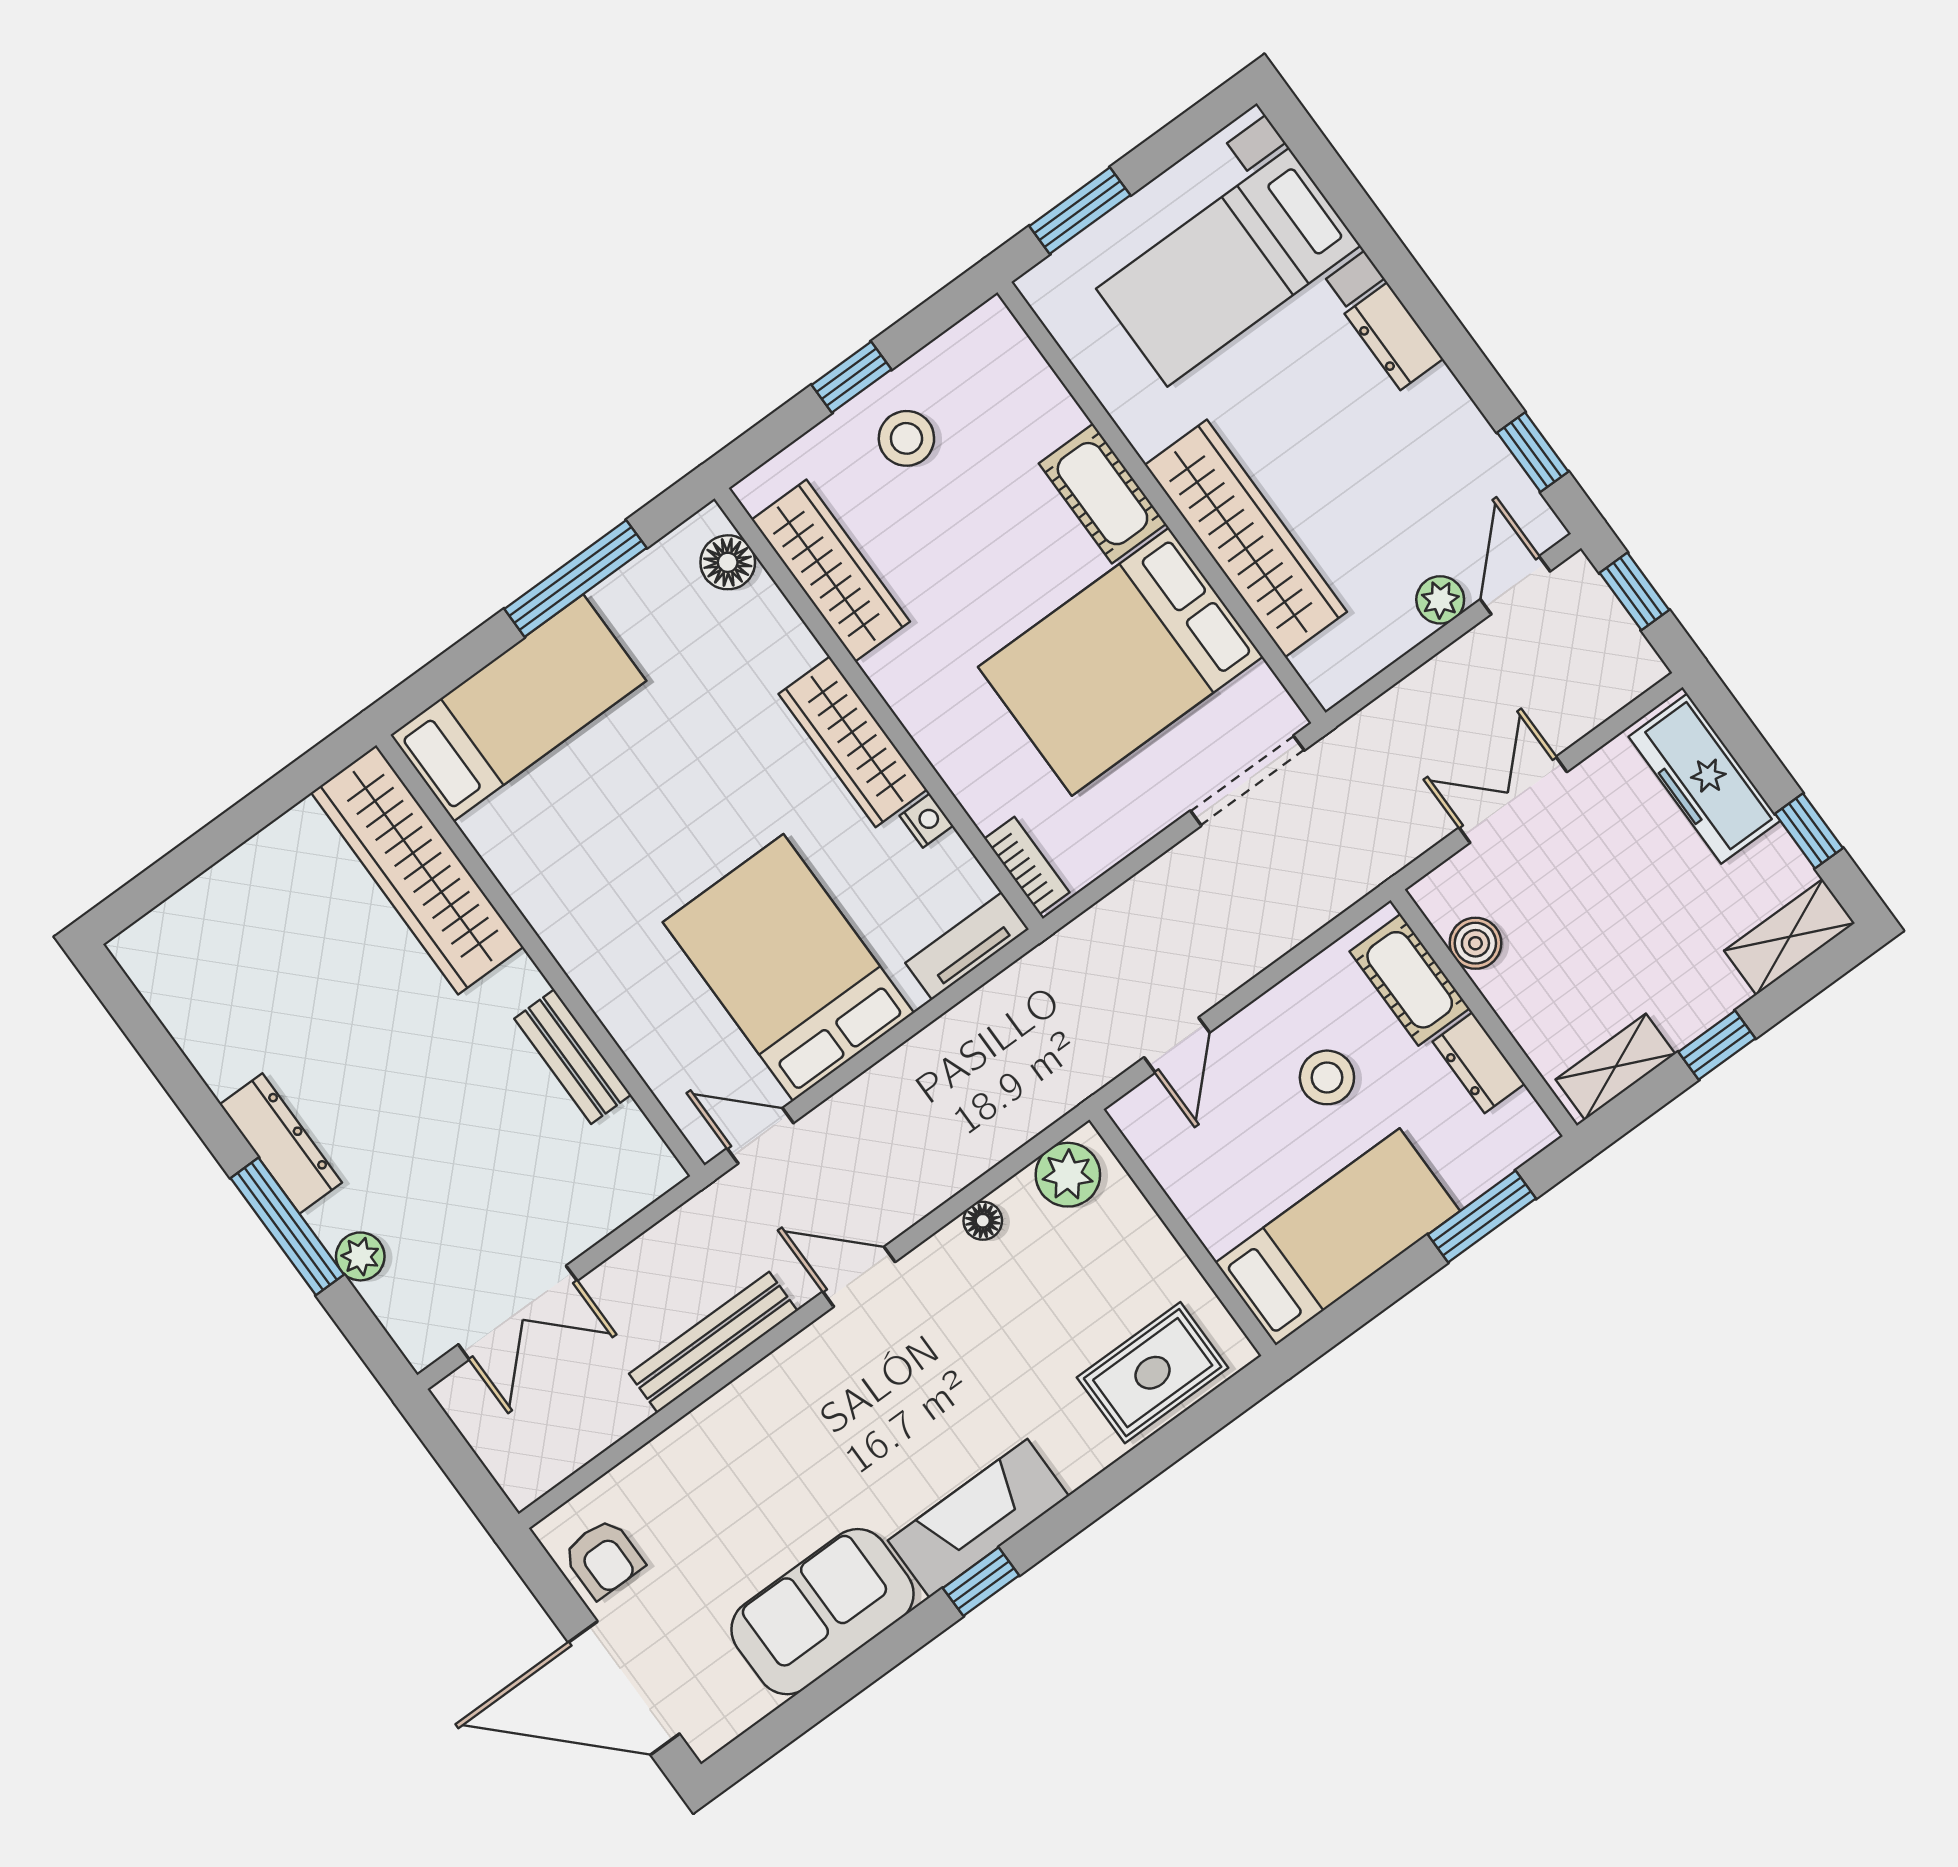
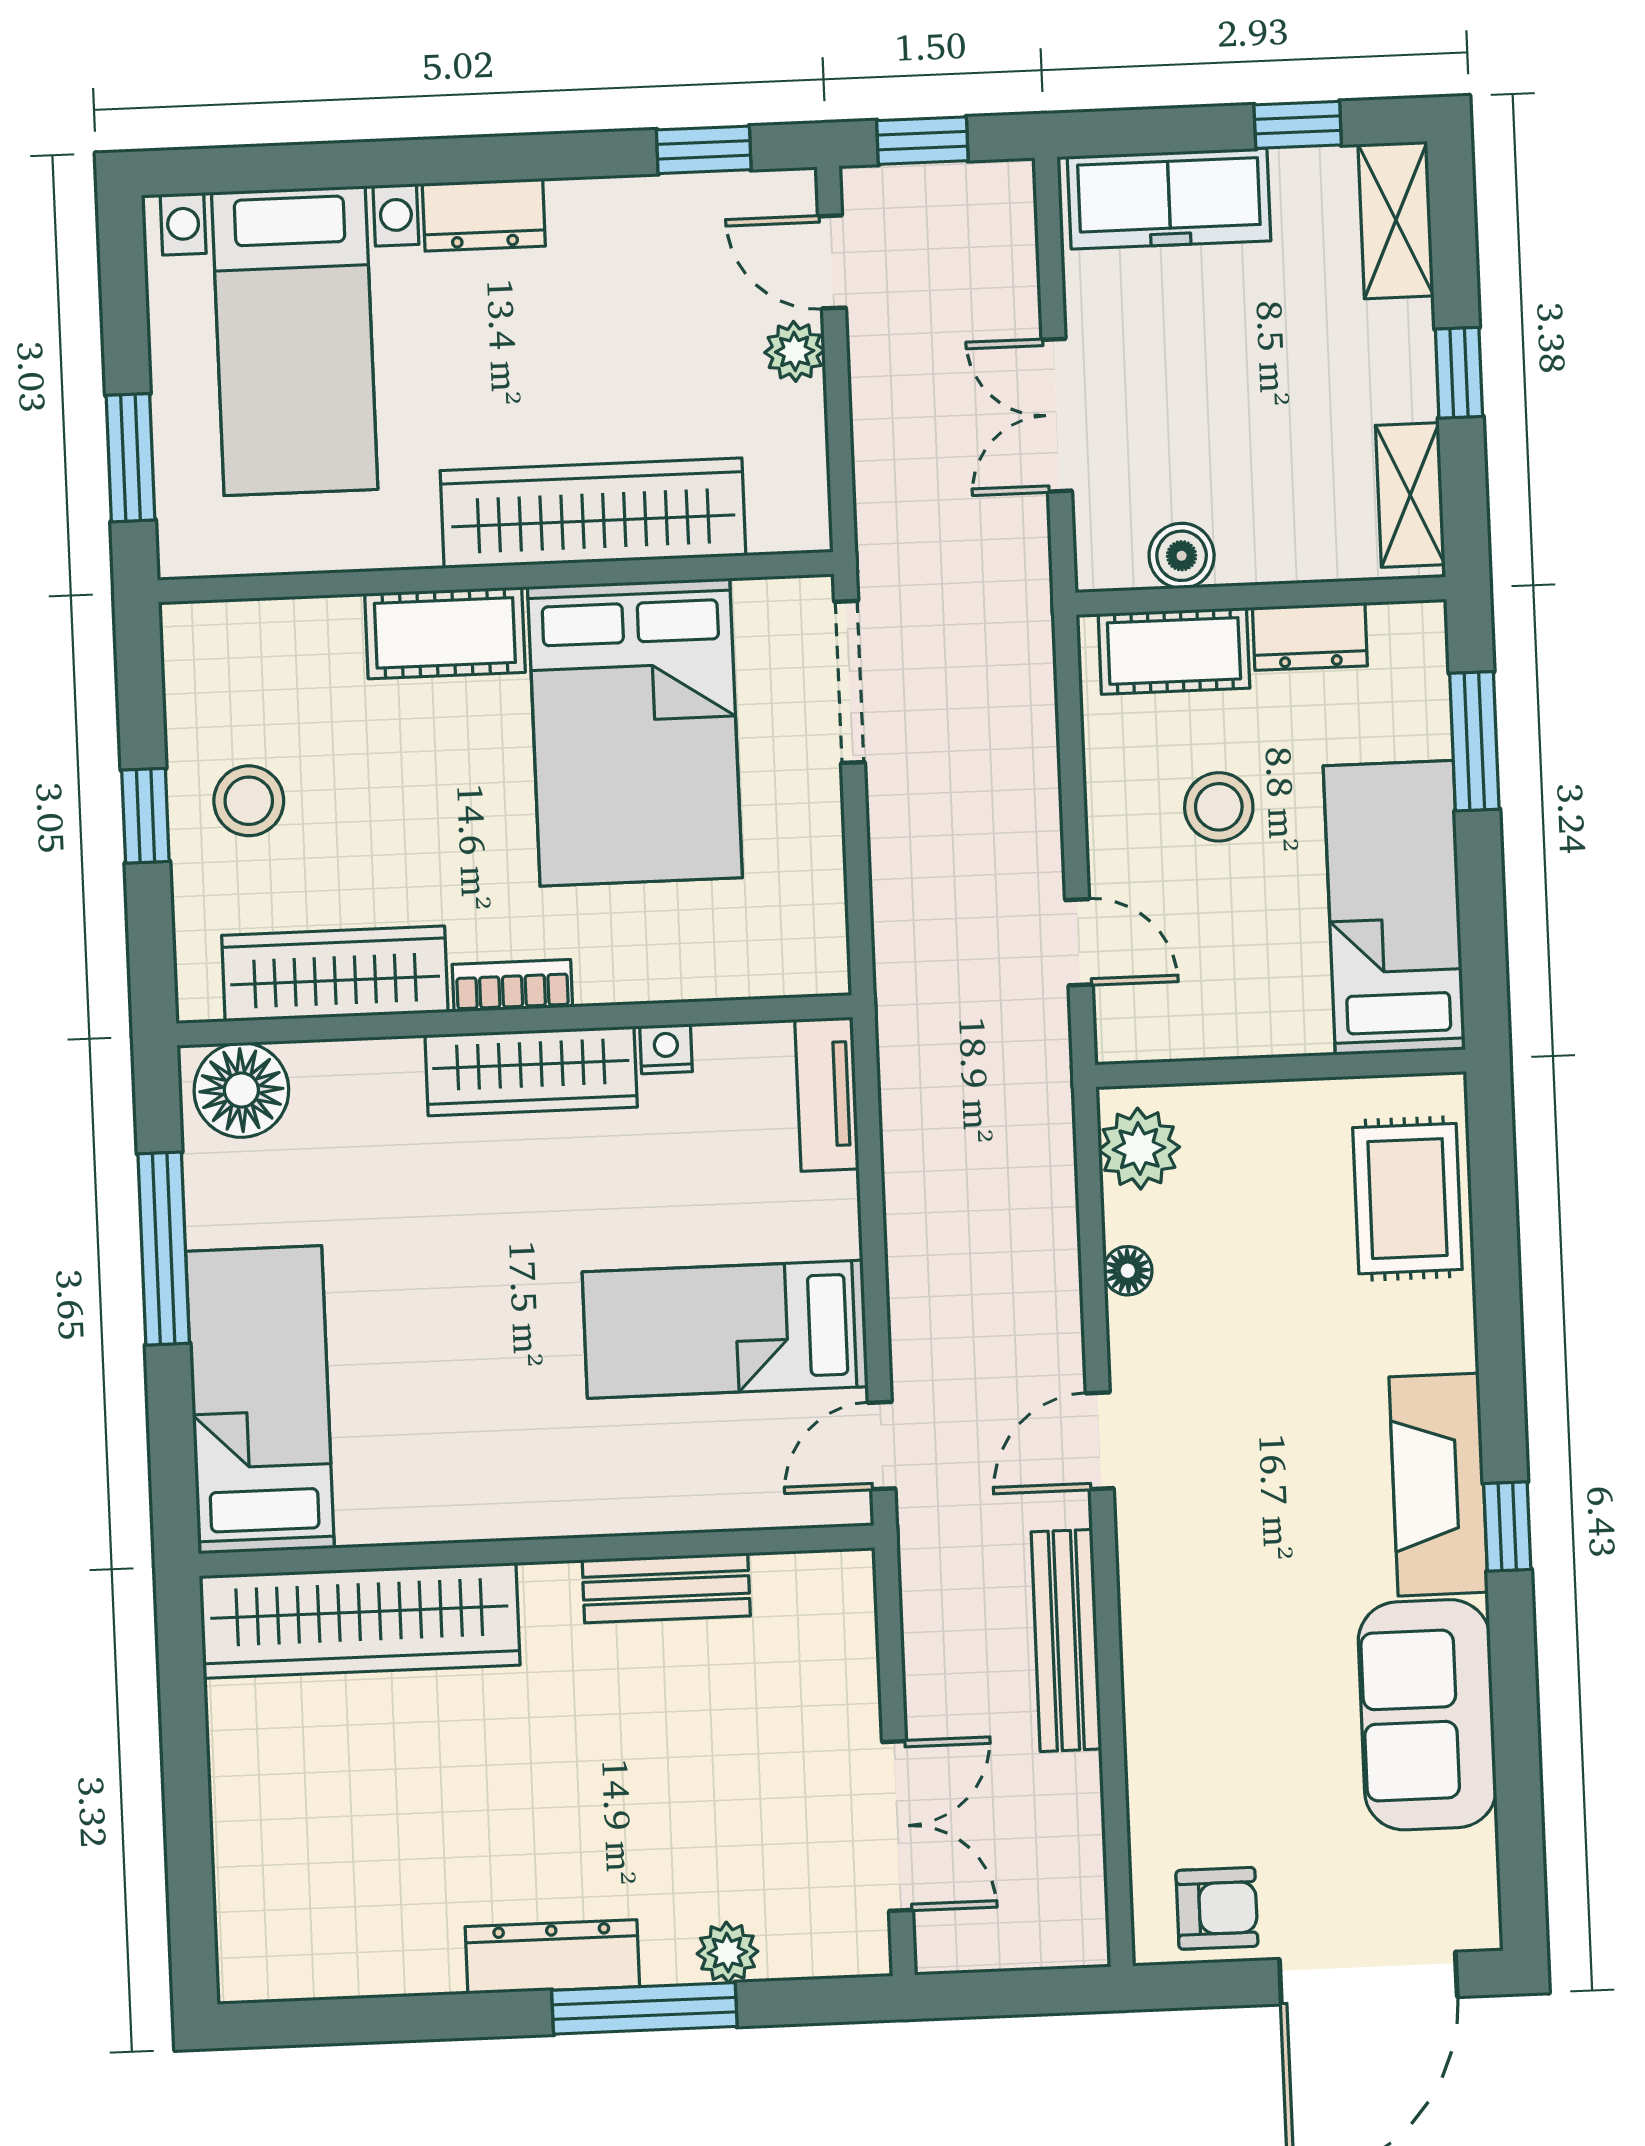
floor lamp: (728, 562) -> (241, 1090), width x1.38, depth x1.38
bookcase: (1027, 866) -> (512, 986), moved
bed: (788, 968) -> (725, 1329), width x0.67

